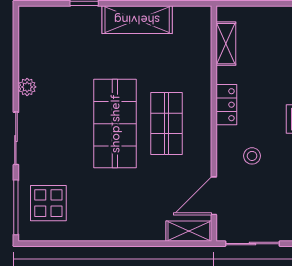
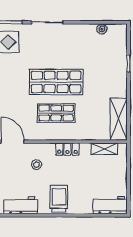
shelving: (137, 20) -> (119, 119), moved
plant: (27, 87) -> (102, 29), moved

